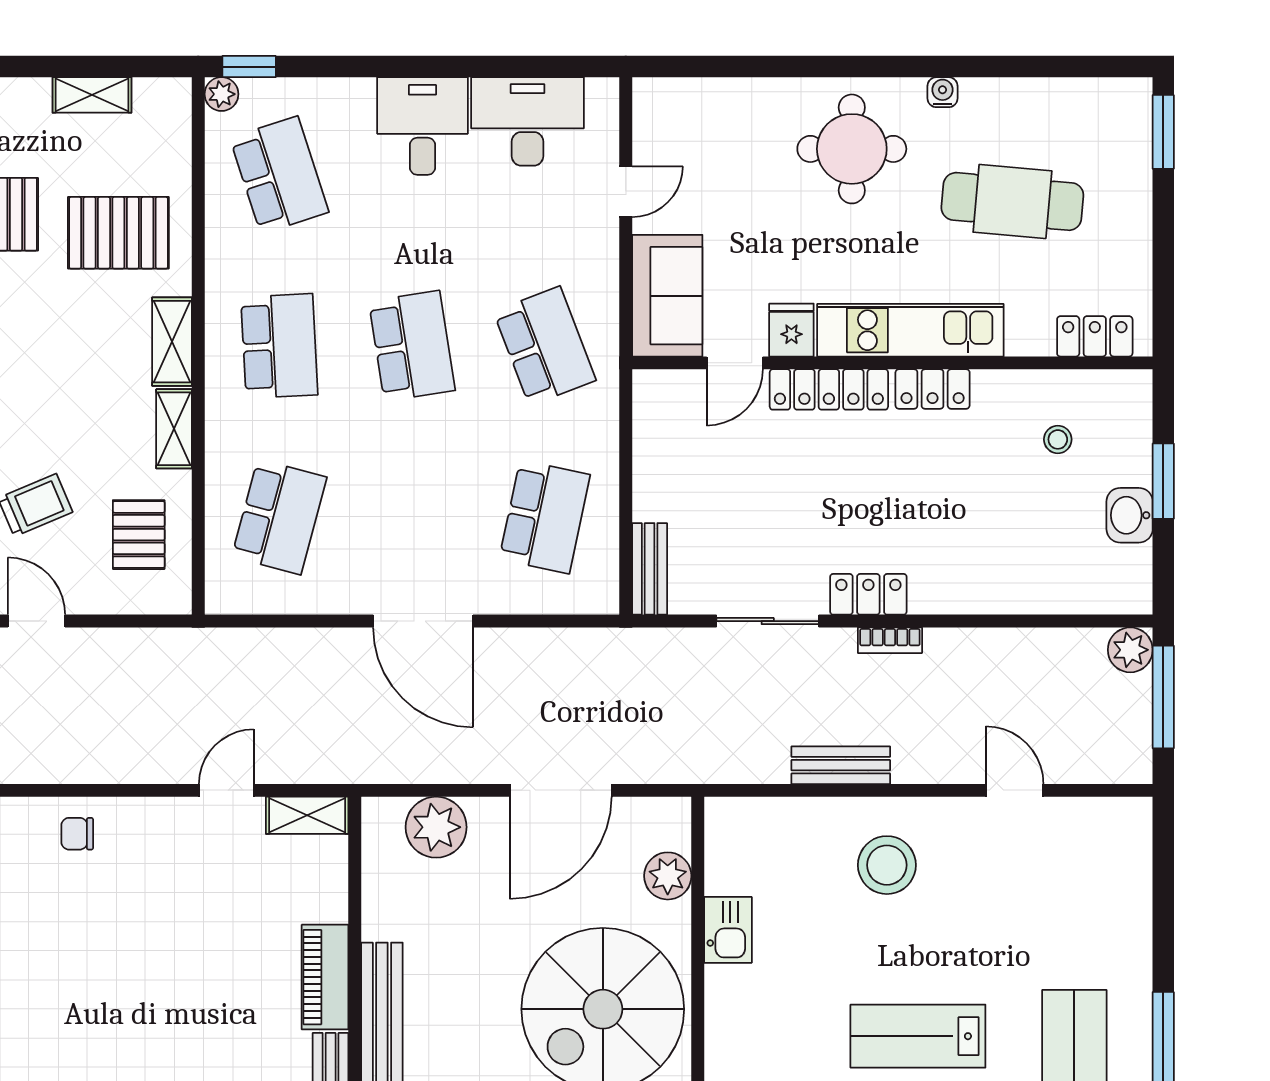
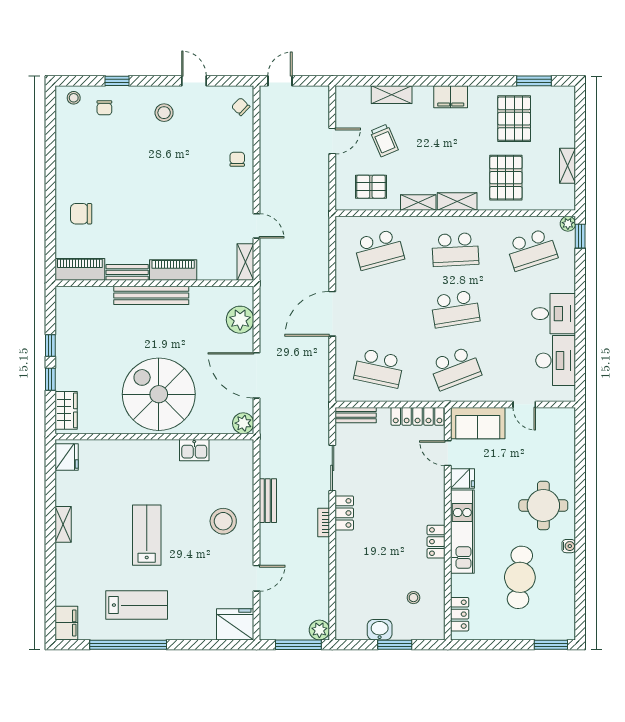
locker: (829, 389) -> (418, 416), moved, turned -90
school desk: (279, 517) -> (379, 250), turned -30
fridge: (1117, 838) -> (235, 624), added
plant: (668, 876) -> (243, 423), moved

